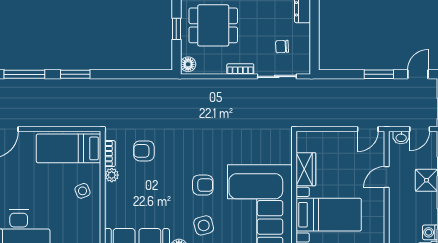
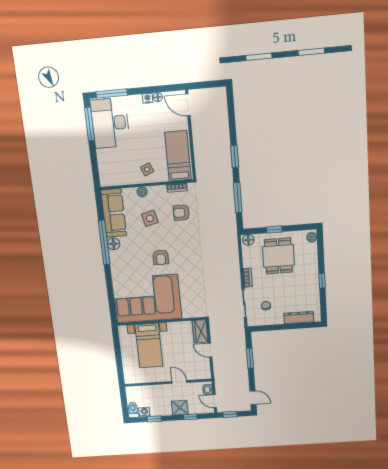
window: (24, 74) -> (238, 198), moved
window: (379, 74) -> (250, 358), moved
door: (368, 129) -> (210, 350), moved
armchair: (144, 151) -> (181, 213), turned -90
wardrobe: (306, 169) -> (200, 331), moved, turned 90
plant: (112, 175) -> (142, 192), moved
side table: (204, 225) -> (150, 218), moved

